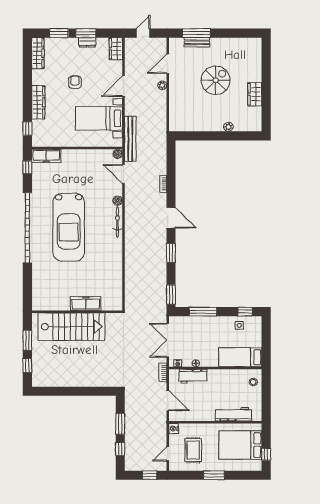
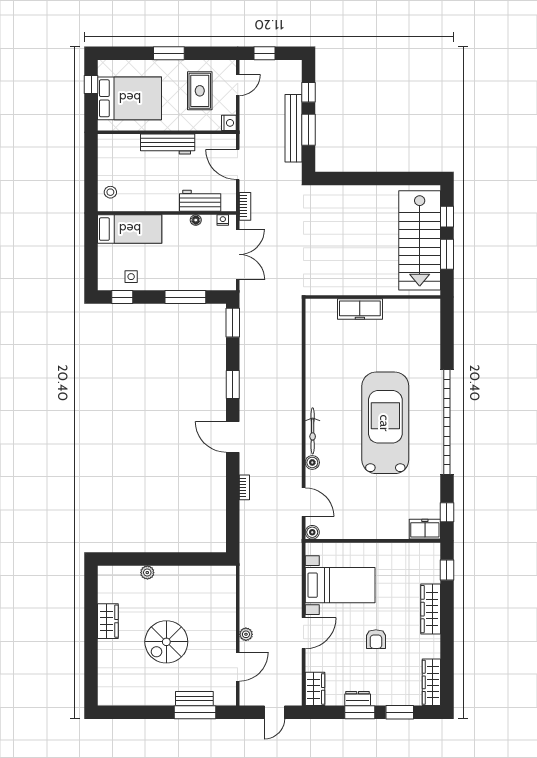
bench: (130, 139) -> (294, 128), moved
freezer: (46, 156) -> (425, 529), width x0.71
stairs: (72, 327) -> (420, 240), moved, turned -90
workbench: (233, 414) -> (168, 144), moved

